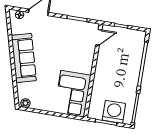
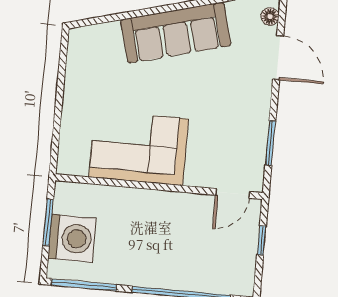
door: (99, 37) -> (233, 193), hinge flipped
corner sofa: (73, 94) -> (139, 148), moved
plant: (25, 103) -> (77, 43), removed

